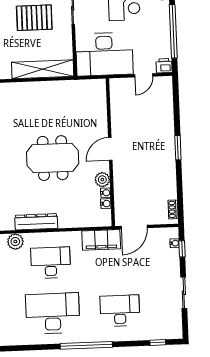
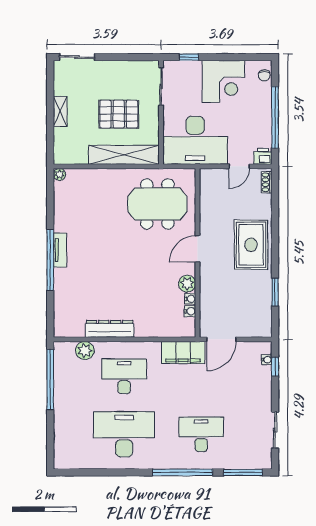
pallet: (34, 18) -> (119, 114), moved
rug: (157, 143) -> (251, 245), added
window: (178, 148) -> (275, 292), moved
meeting table: (53, 158) -> (157, 204), moved
shoe rack: (173, 209) -> (267, 182), moved
sliding door: (184, 293) -> (275, 430), moved
window: (158, 342) -> (243, 472), width x2.17
window: (86, 345) -> (183, 472), moved

